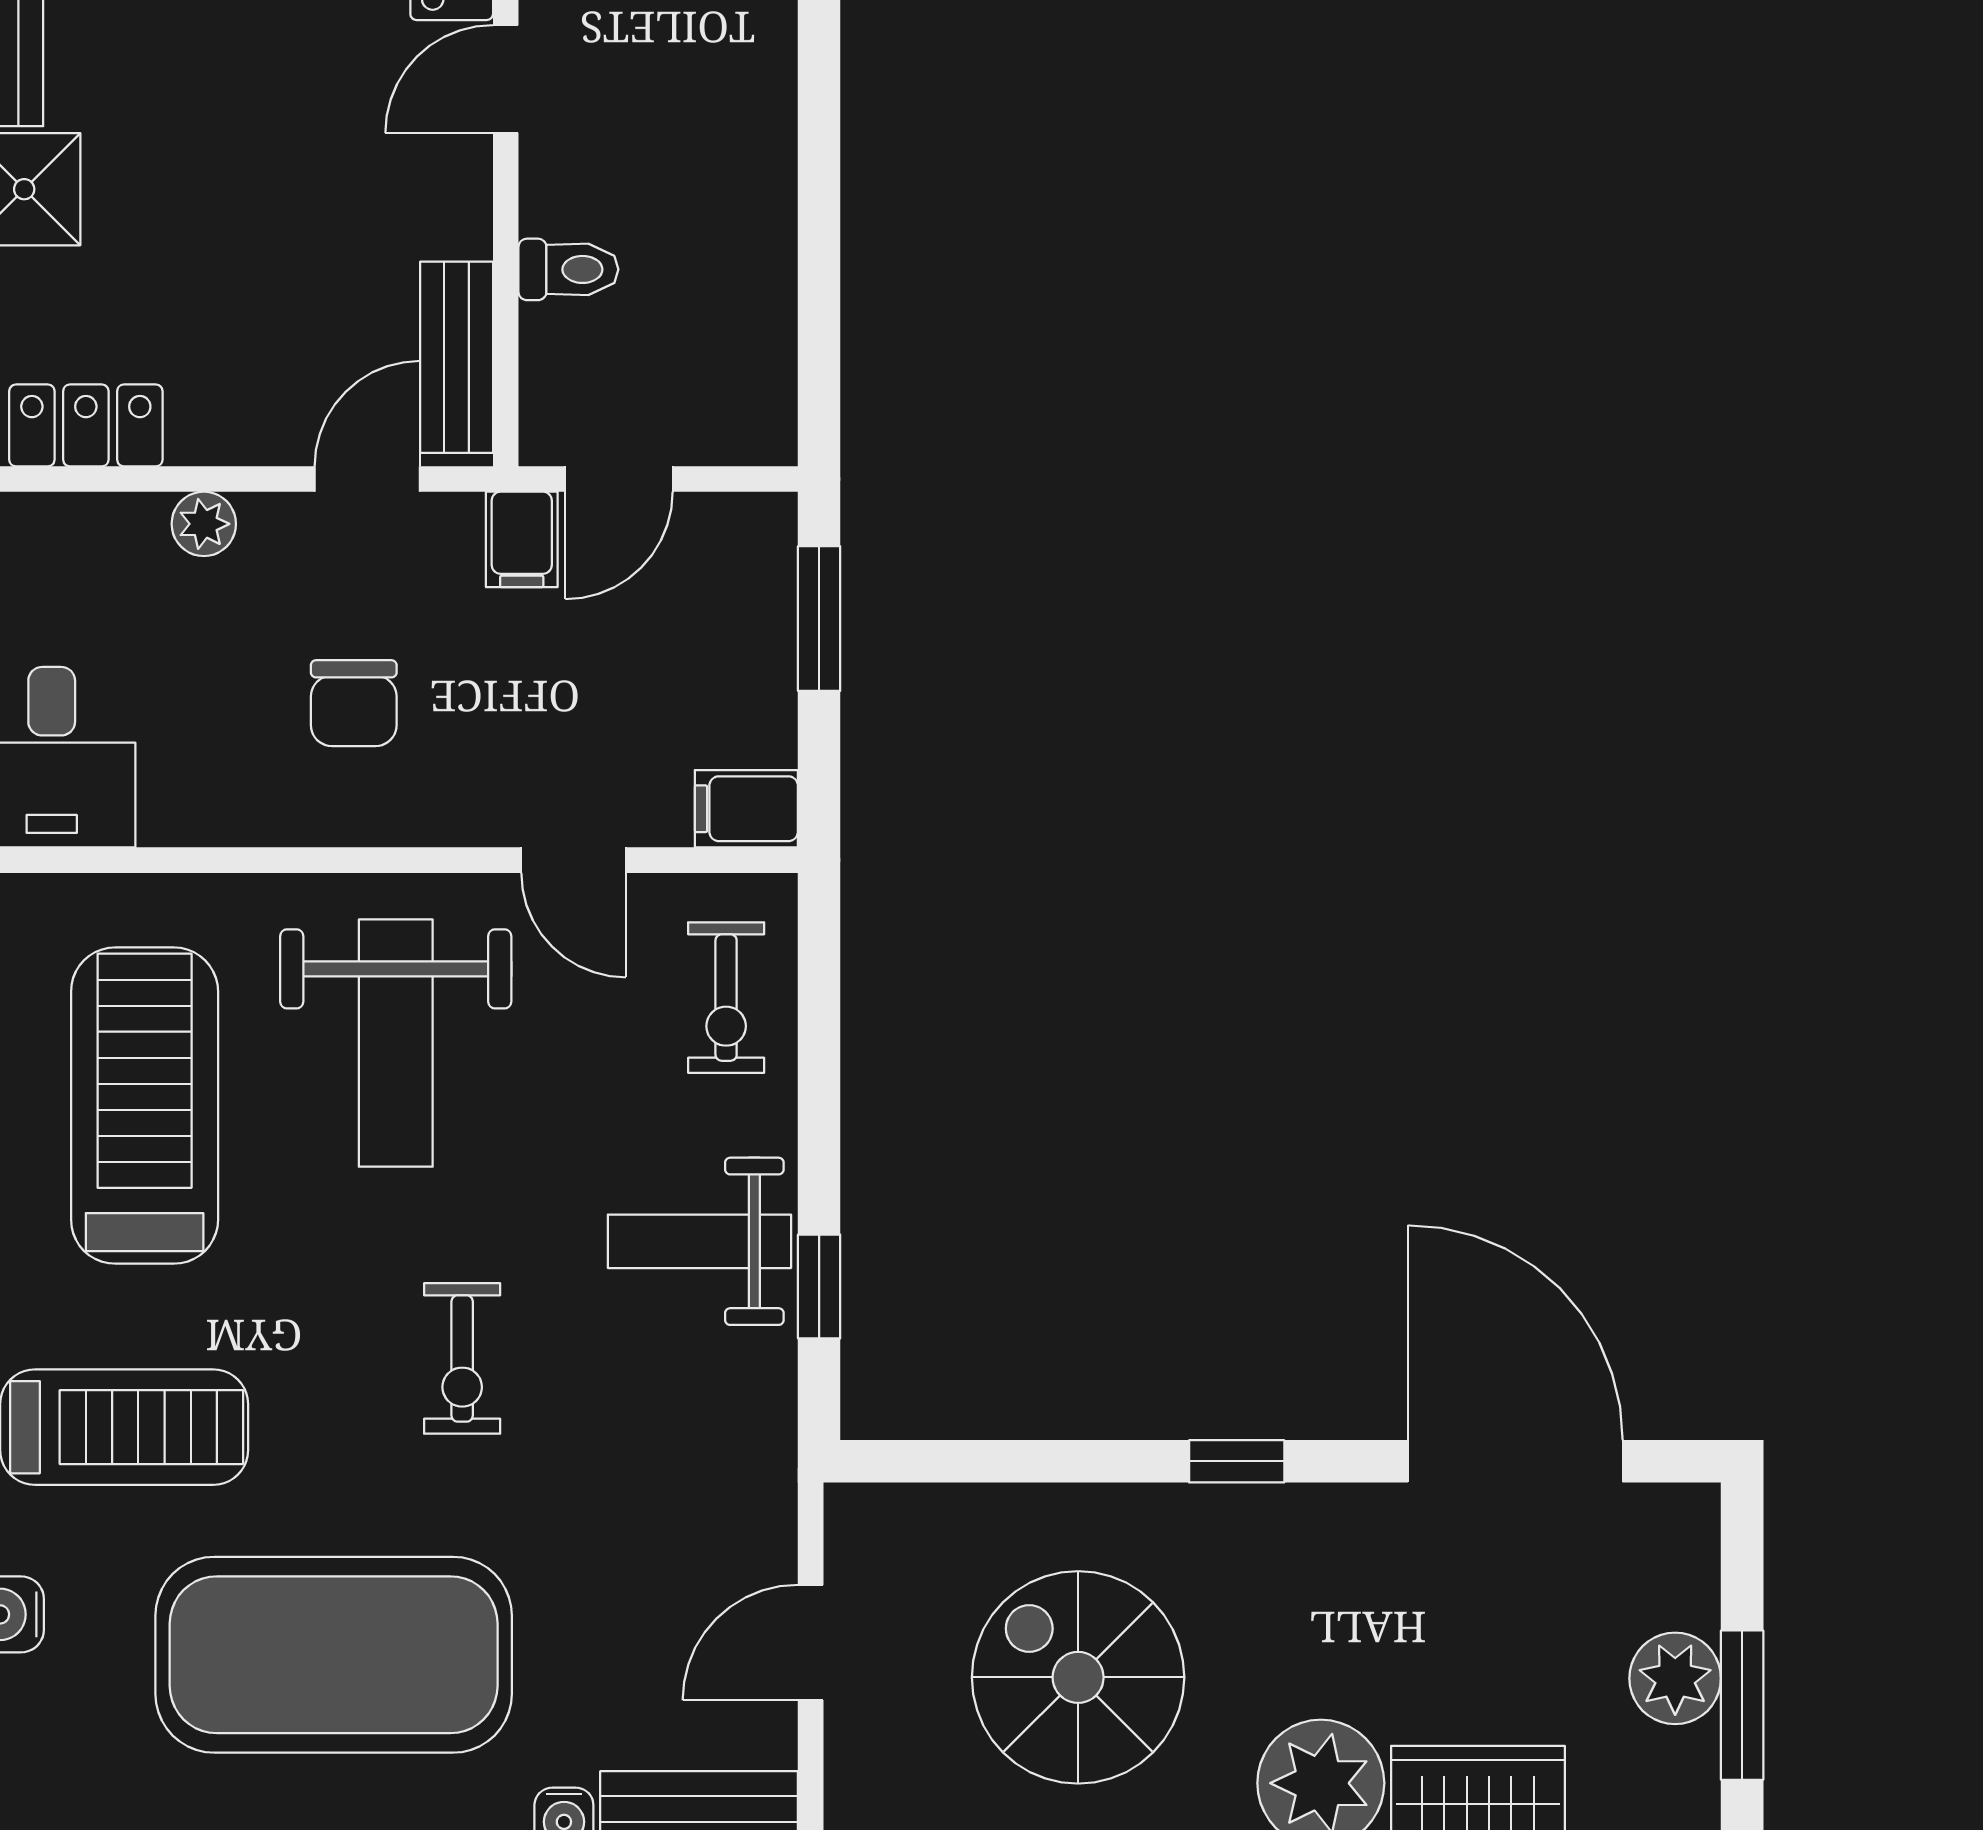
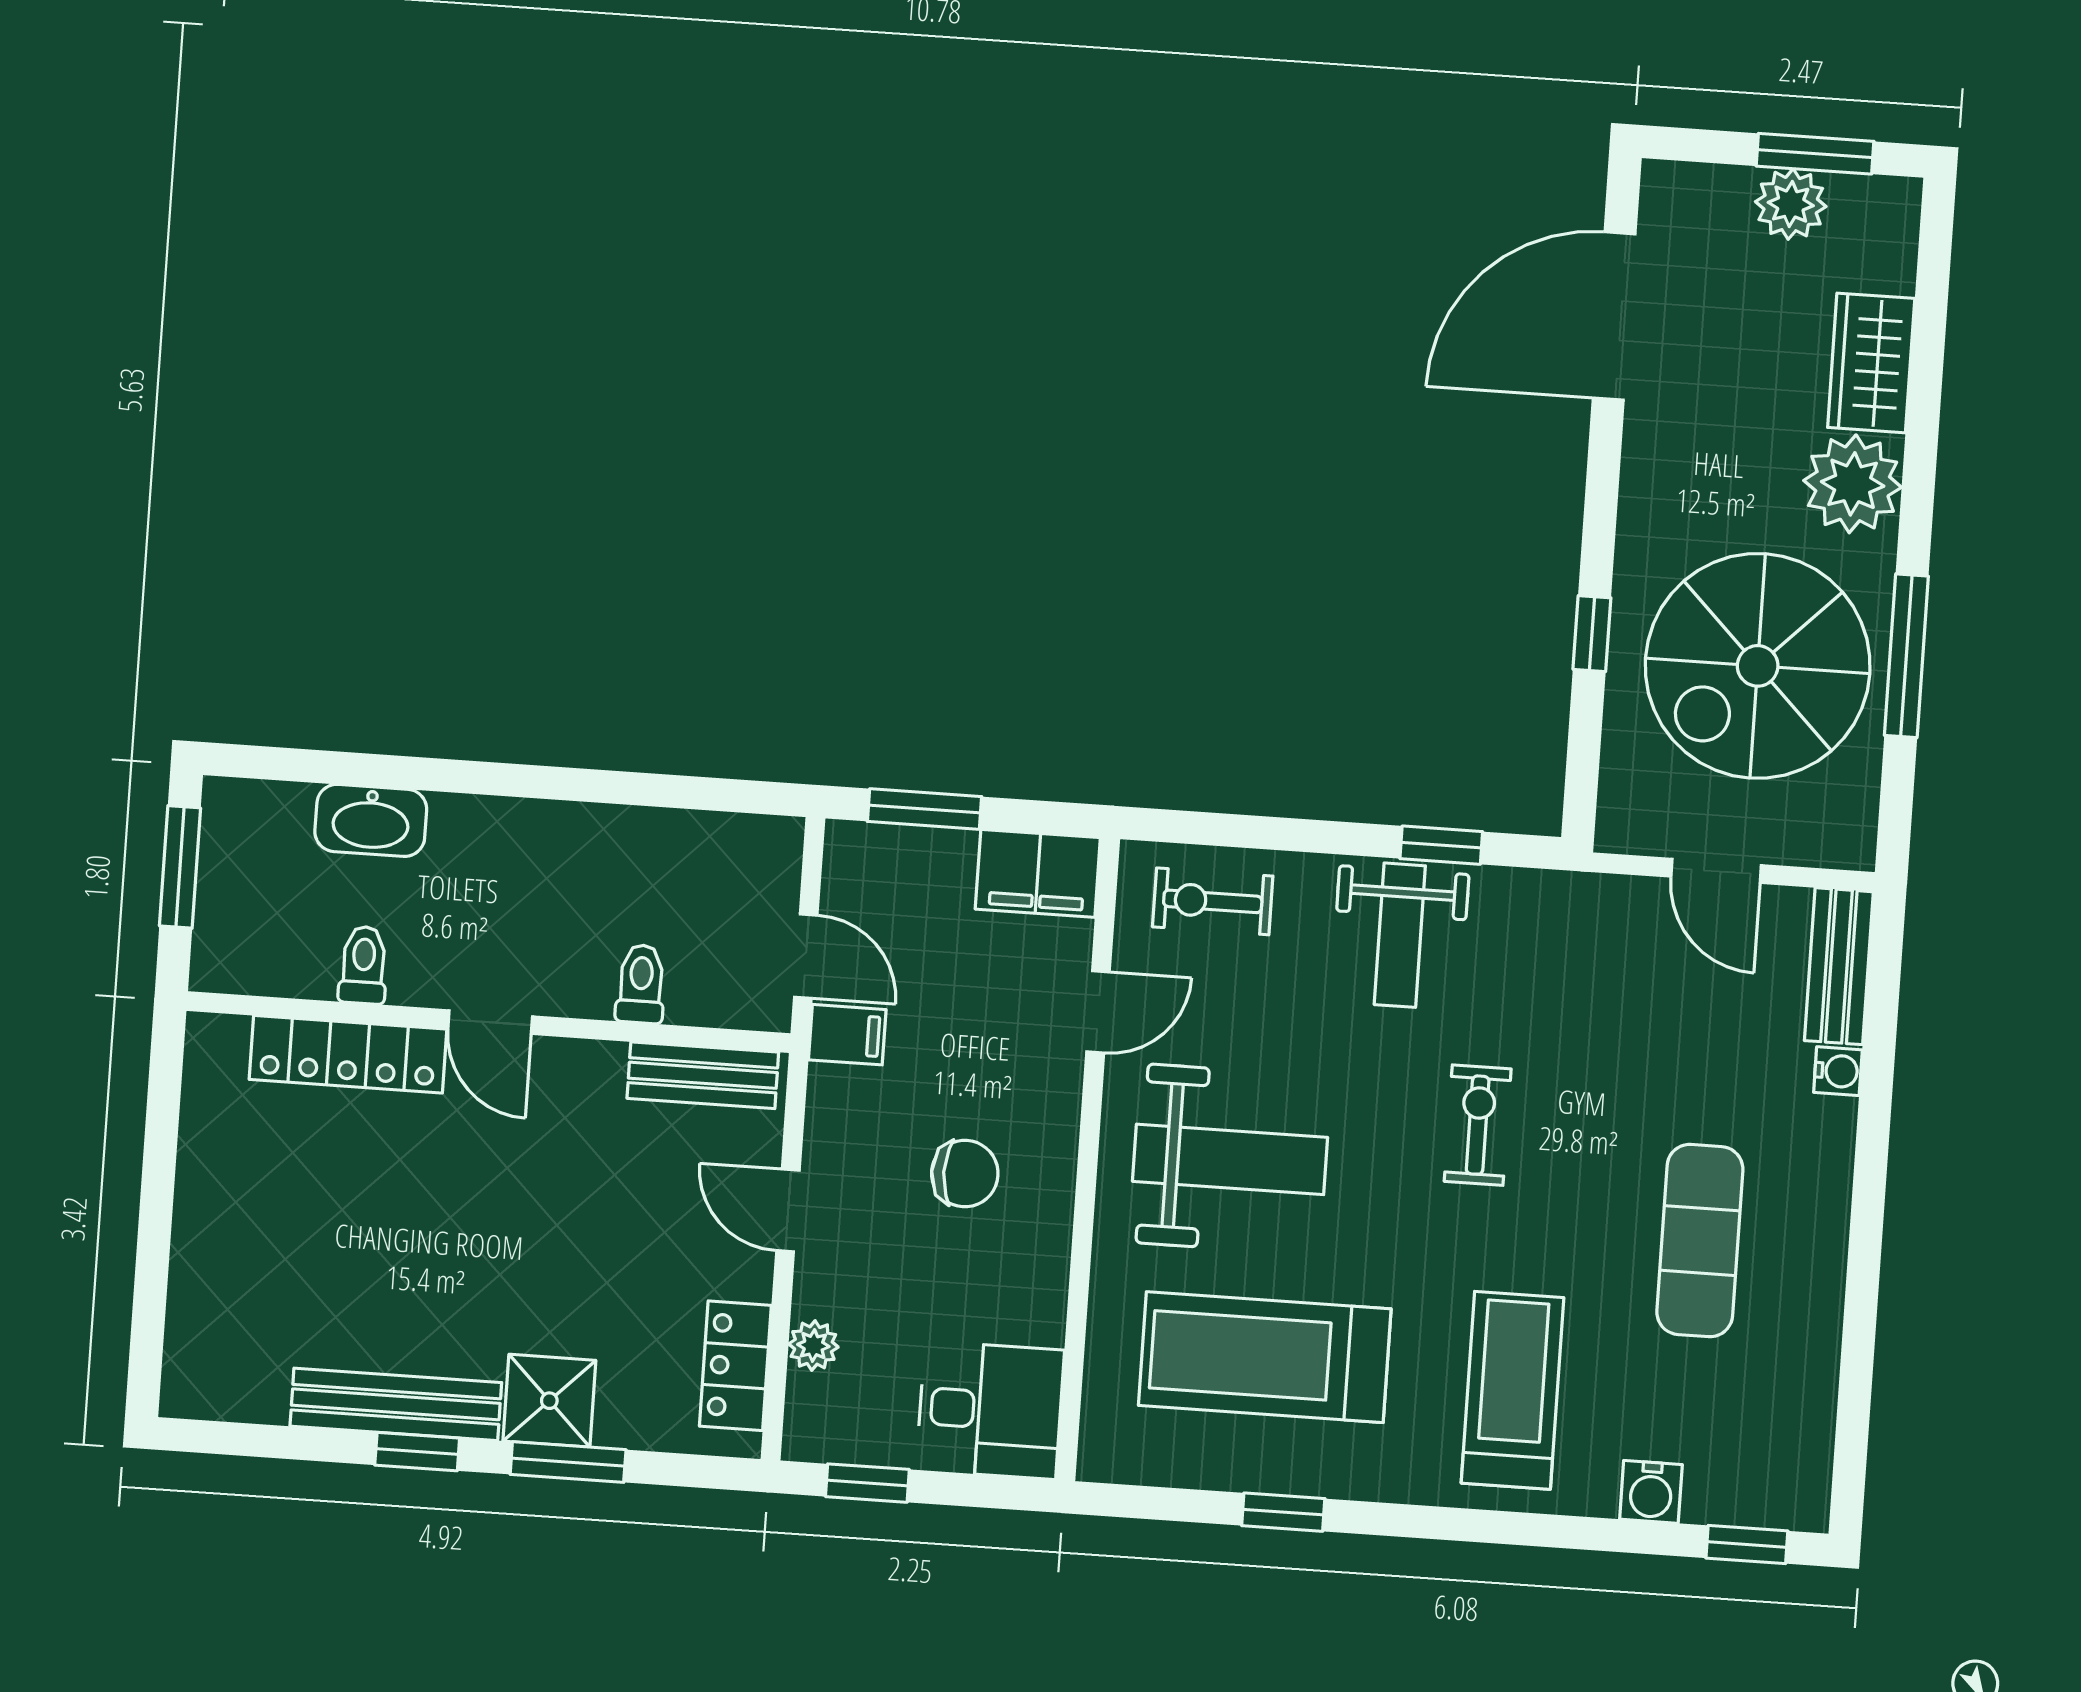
door: (367, 479) -> (788, 1210), moved
plant: (204, 524) -> (813, 1345), moved
filing cabinet: (746, 809) -> (1038, 873), width x2.00
exercise bike: (726, 998) -> (1213, 901), turned 180
exercise bike: (462, 1358) -> (1478, 1125), turned -90
window: (1237, 1461) -> (1592, 634), moved
exercise mat: (334, 1655) -> (1700, 1241), width x0.50, depth x0.69
spiral stairs: (1078, 1677) -> (1758, 666), width x1.37, depth x1.37

